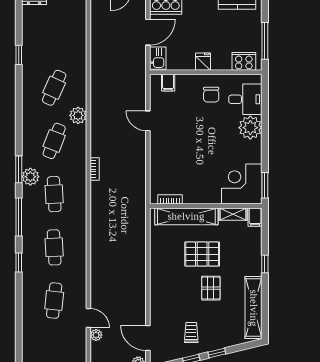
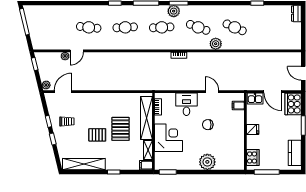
chair: (211, 95) -> (208, 125), moved
desk: (245, 99) -> (186, 104), moved, turned 180
door: (148, 121) -> (212, 92), hinge flipped
corner desk: (242, 184) -> (169, 138), moved

